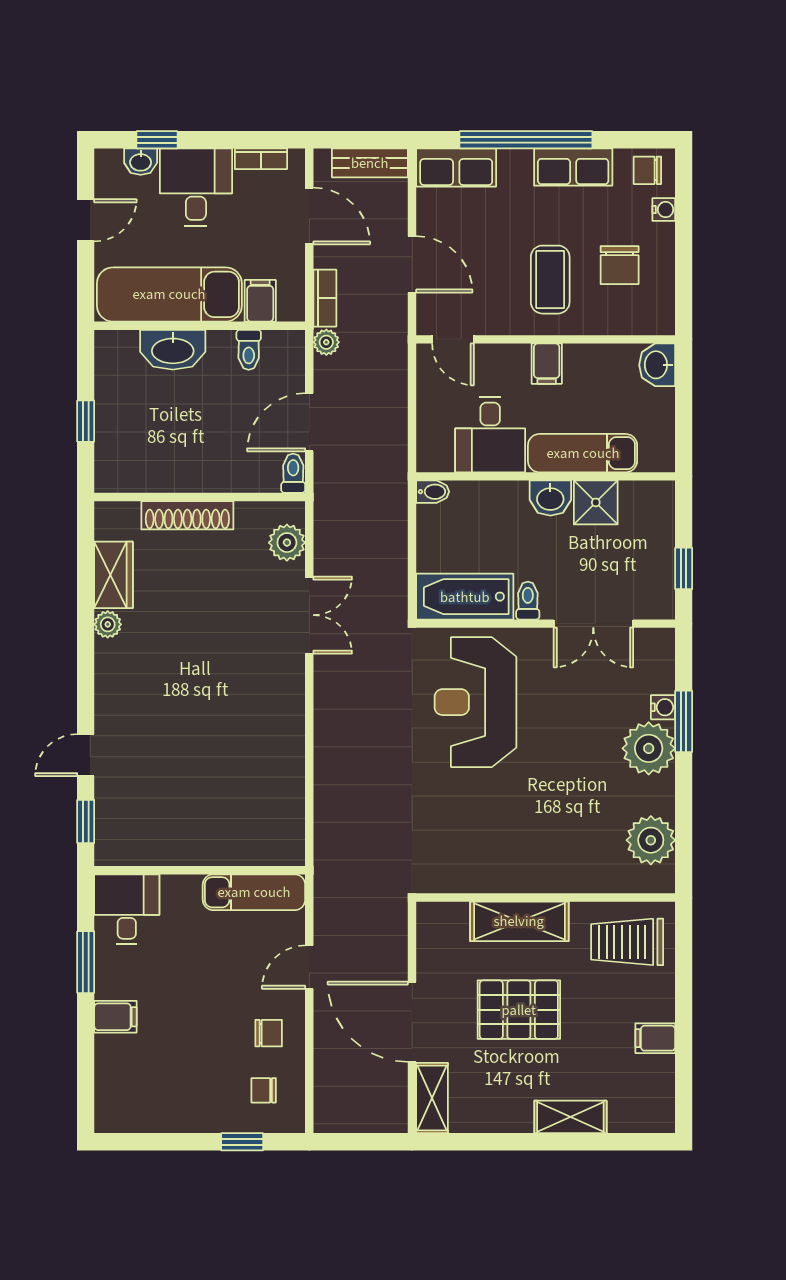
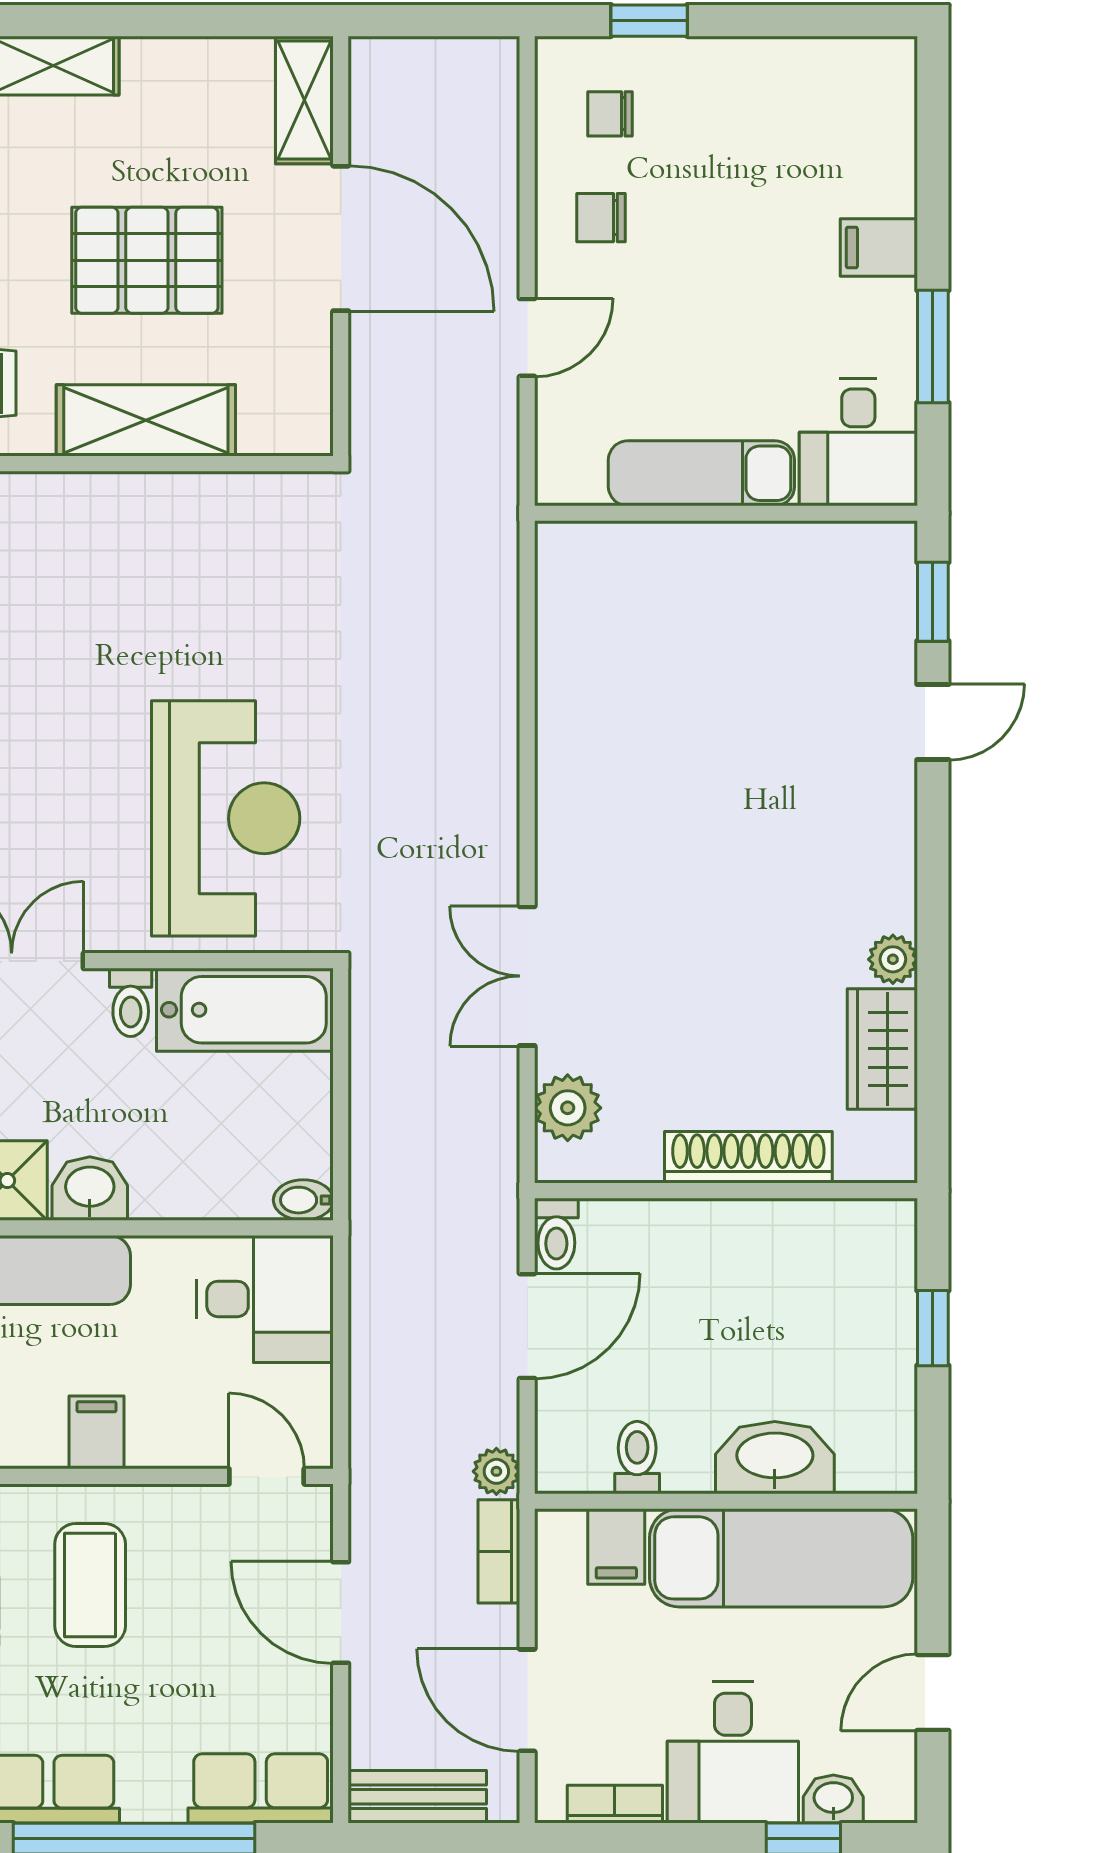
desk: (490, 434) -> (265, 1299), moved, turned 90
exam couch: (254, 892) -> (701, 473), moved
chair: (264, 1090) -> (610, 114), turned 180

